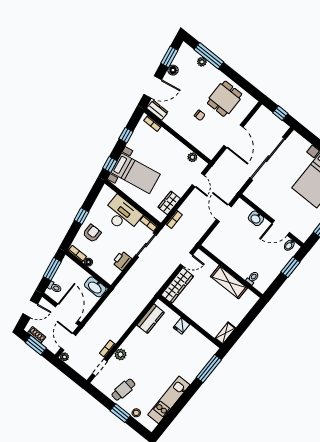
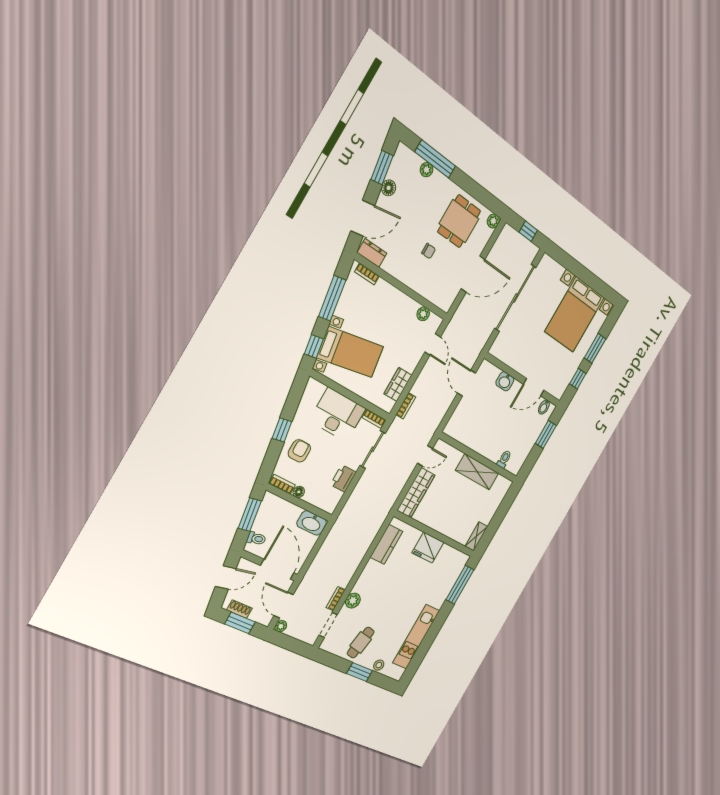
plant: (252, 102) -> (493, 221), added
window: (126, 135) -> (332, 298), width x2.17
door: (233, 136) -> (473, 274), hinge flipped
fridge: (181, 326) -> (428, 548), width x1.88, depth x1.34

